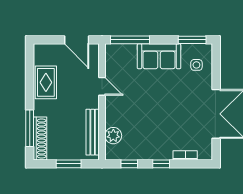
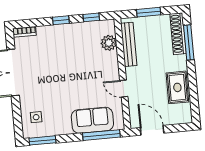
sofa: (159, 56) -> (92, 120), moved
bookcase: (185, 155) -> (24, 32), moved

